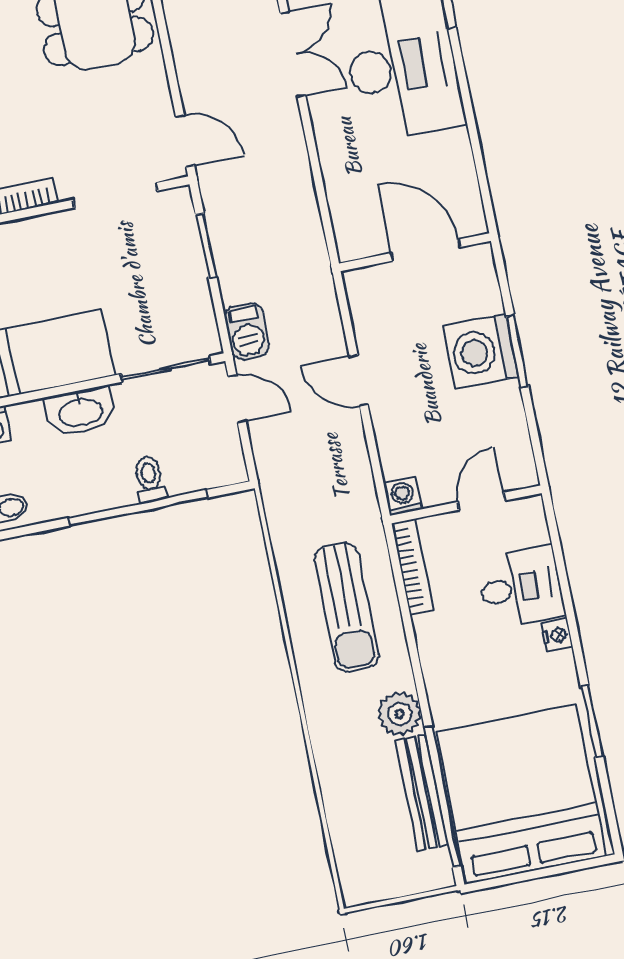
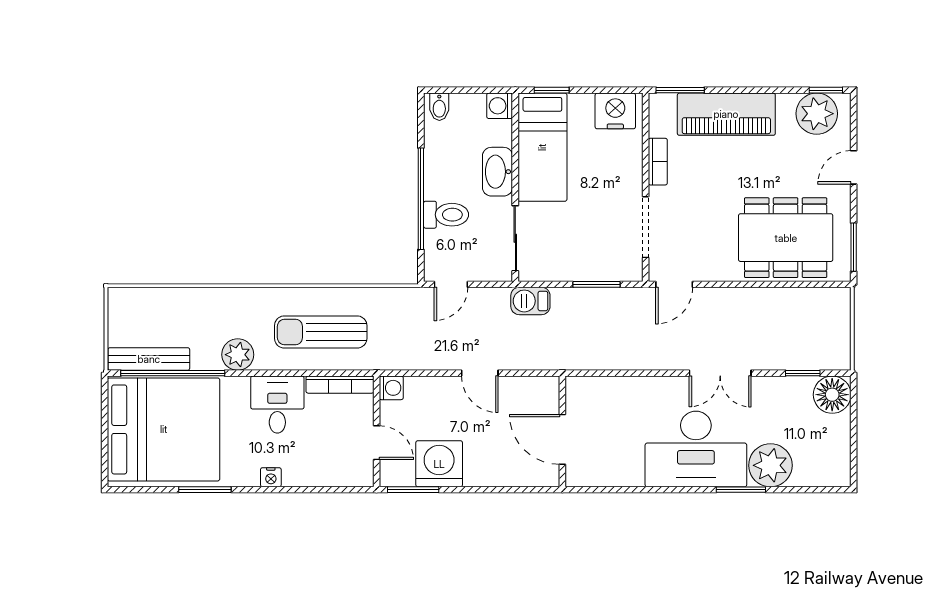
door: (426, 250) -> (562, 439), swing flipped
washing machine: (481, 351) -> (439, 464), moved
window: (517, 352) -> (413, 490), moved
door: (359, 380) -> (480, 373), swing flipped
door: (237, 399) -> (451, 284), moved
toilet: (149, 479) -> (446, 215), width x1.37, depth x1.39
desk: (521, 588) -> (277, 405), moved, turned 180
bench: (422, 792) -> (149, 359), moved

